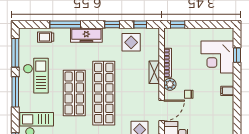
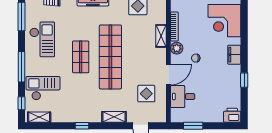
window: (237, 55) -> (244, 80), moved
filing cabinet: (227, 91) -> (234, 55), width x2.00
window: (15, 92) -> (22, 67), moved
shop shelf: (74, 93) -> (81, 57), width x0.70, depth x0.74

